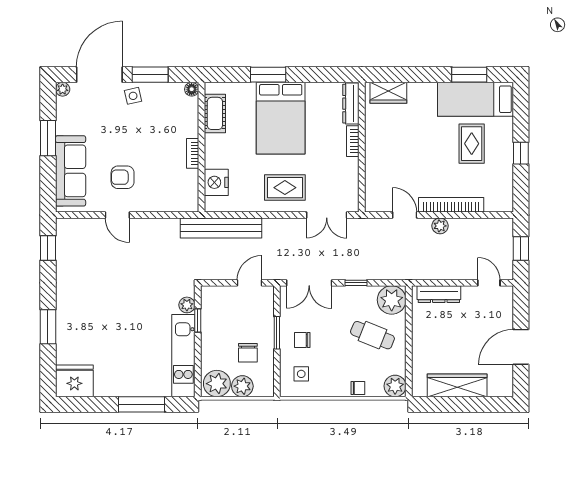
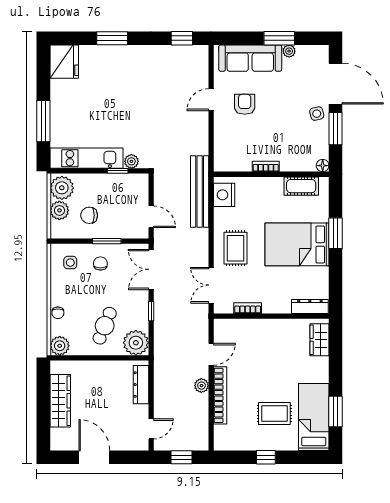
plant: (63, 89) -> (289, 51), moved
bookcase: (353, 141) -> (248, 308), moved
nightstand: (216, 182) -> (224, 195), moved, turned -90

